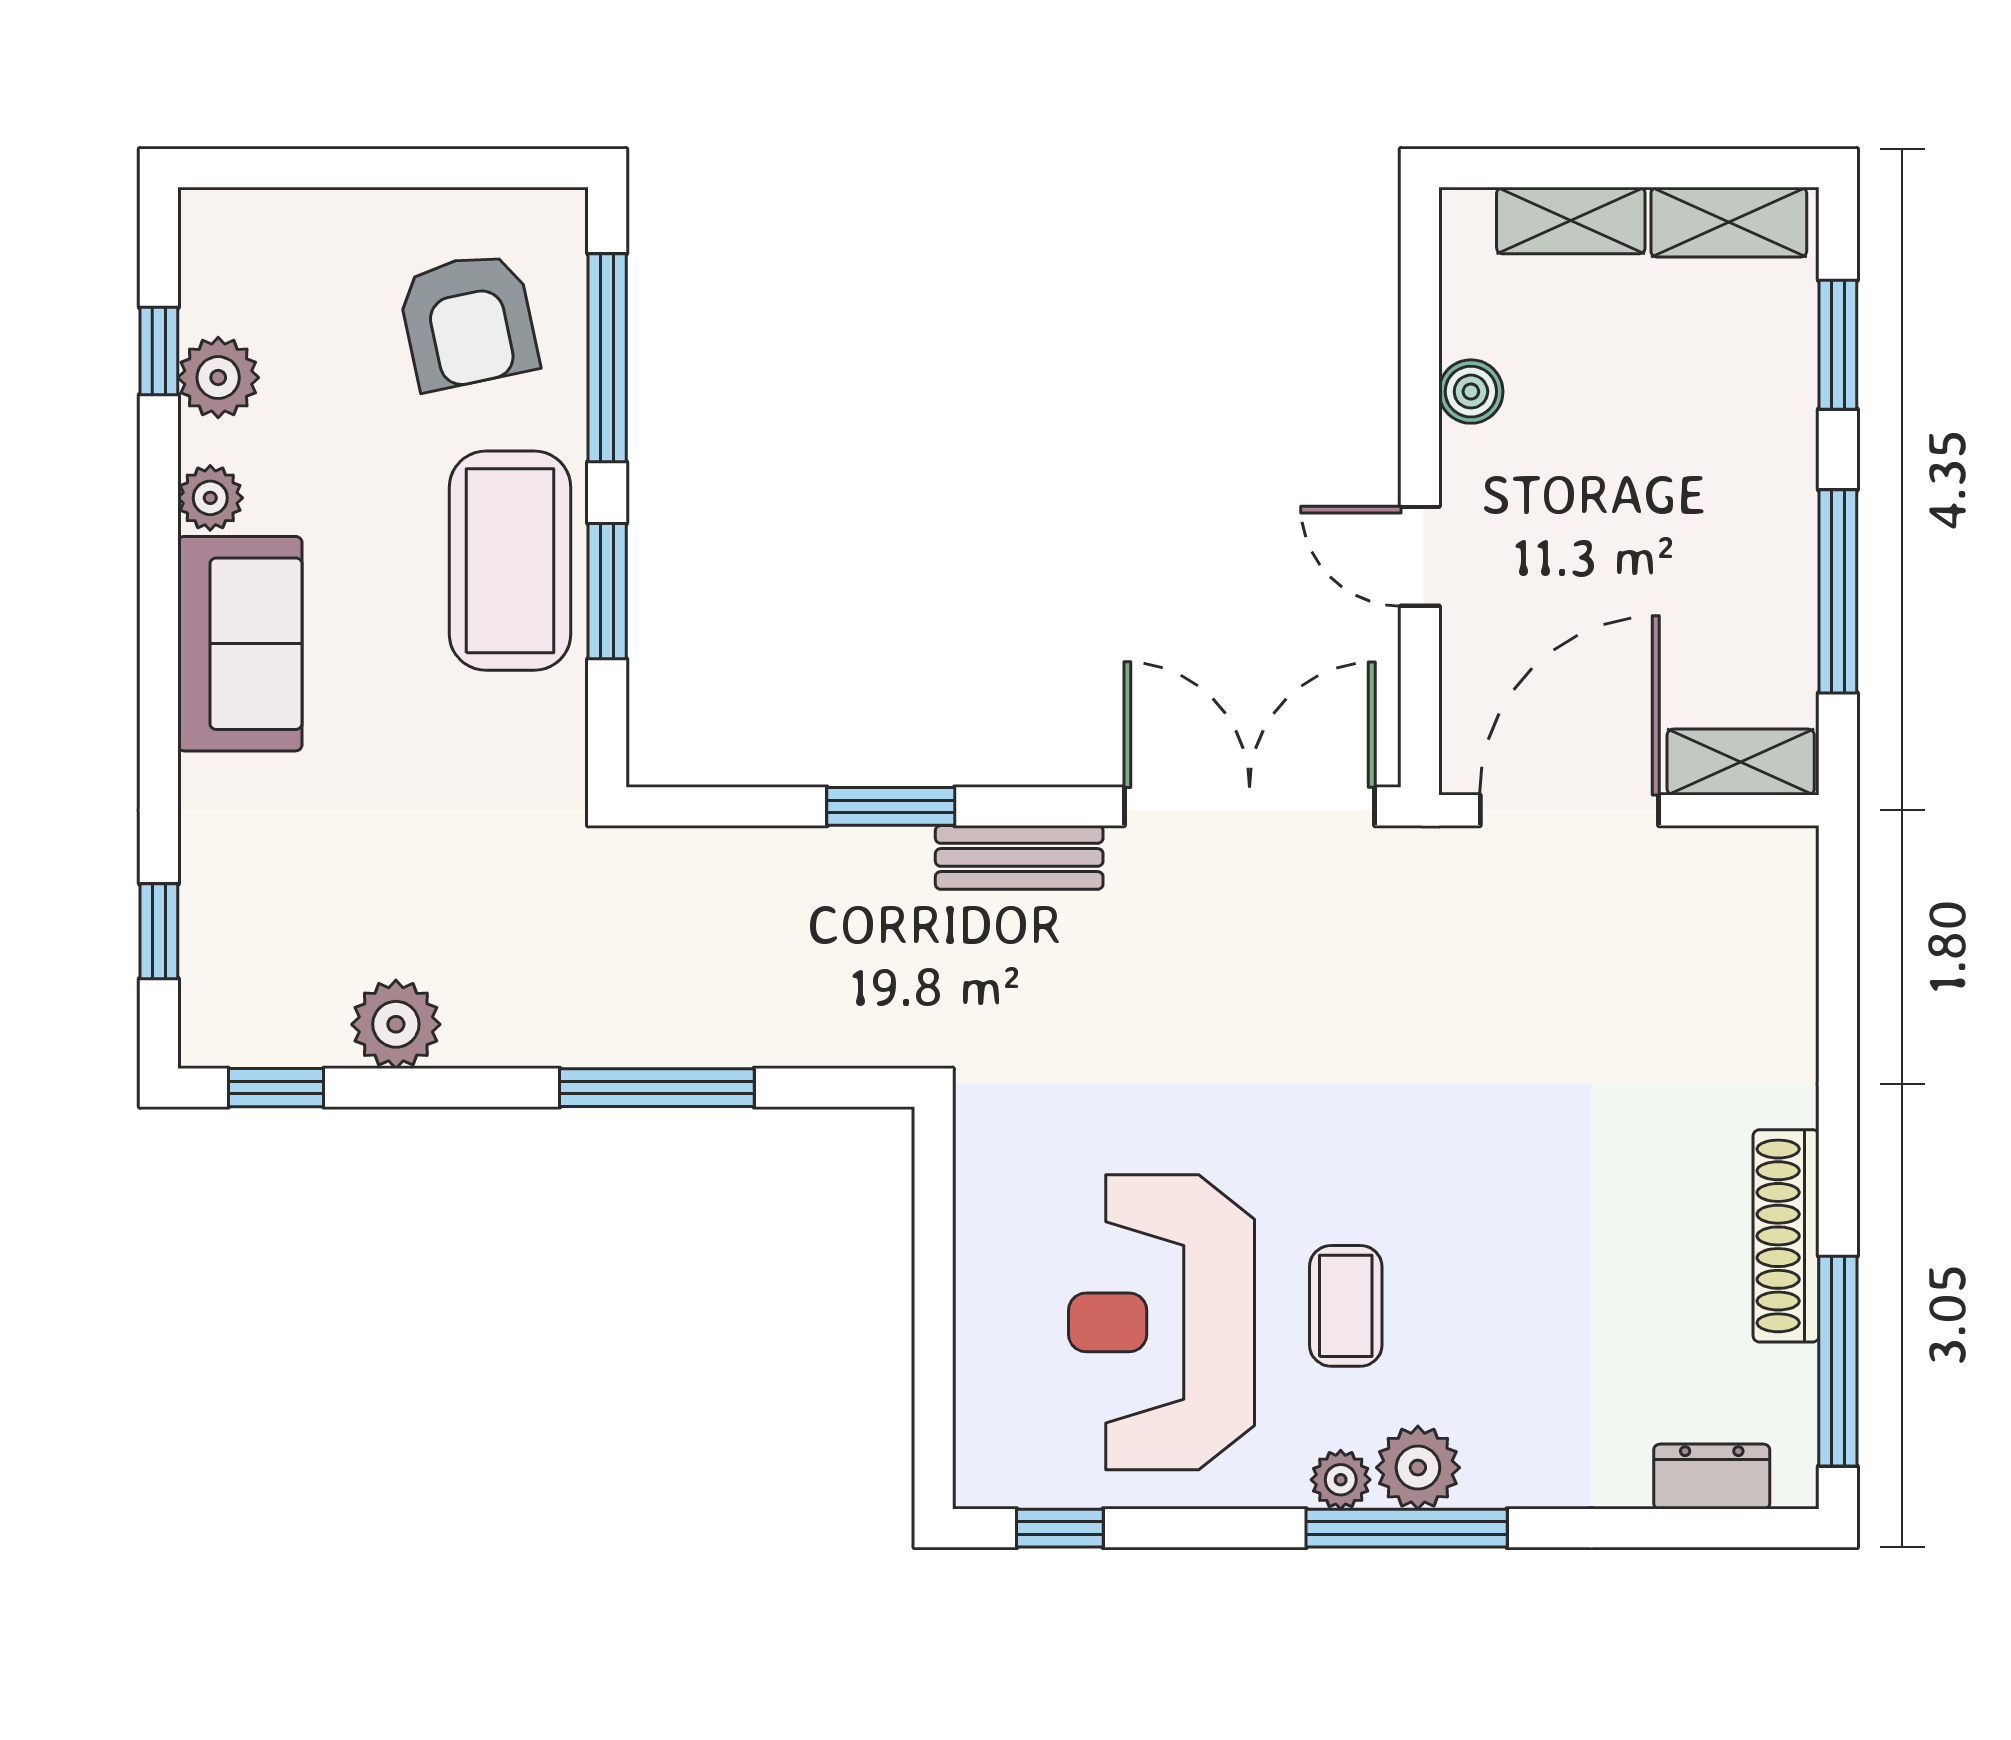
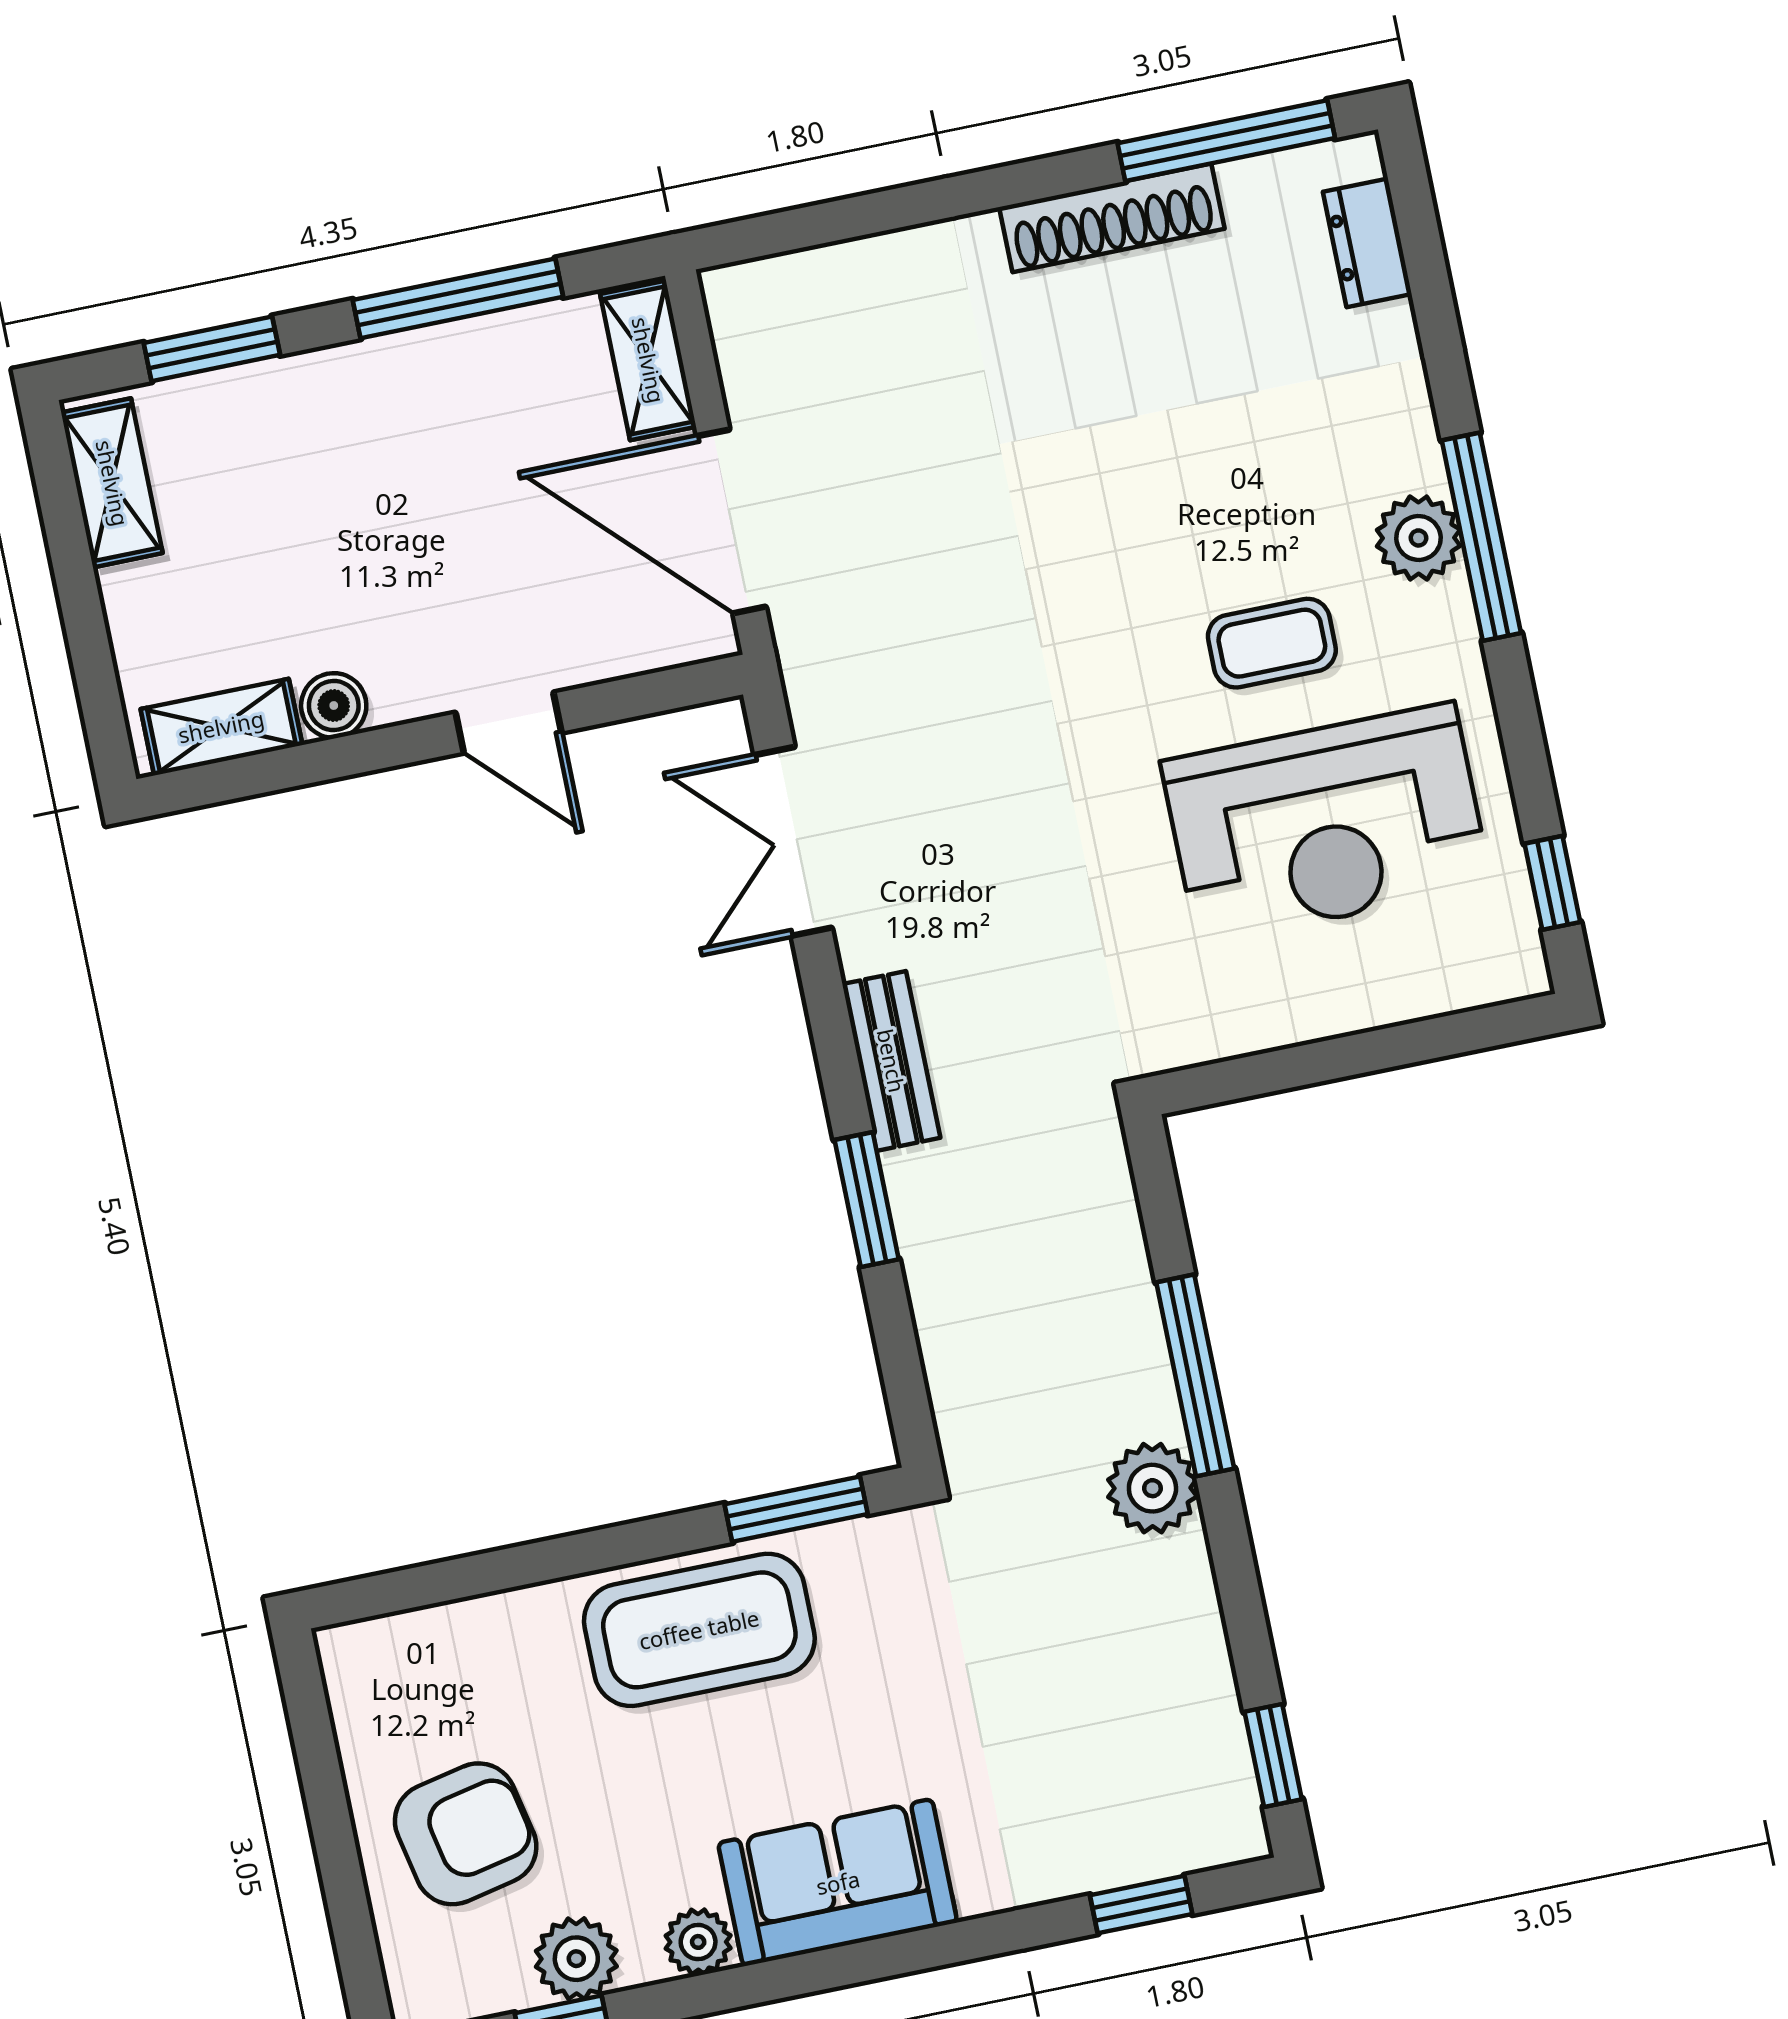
shelving: (1571, 221) -> (221, 727), moved, turned 90
armchair: (468, 321) -> (466, 1834), moved
window: (607, 358) -> (477, 1575), removed
door: (1420, 556) -> (509, 723), hinge flipped
window: (607, 591) -> (796, 1509), moved
double door: (1250, 806) -> (793, 841), width x0.73
plant: (396, 1024) -> (1152, 1488), moved
plant: (1341, 1480) -> (1446, 613), removed

